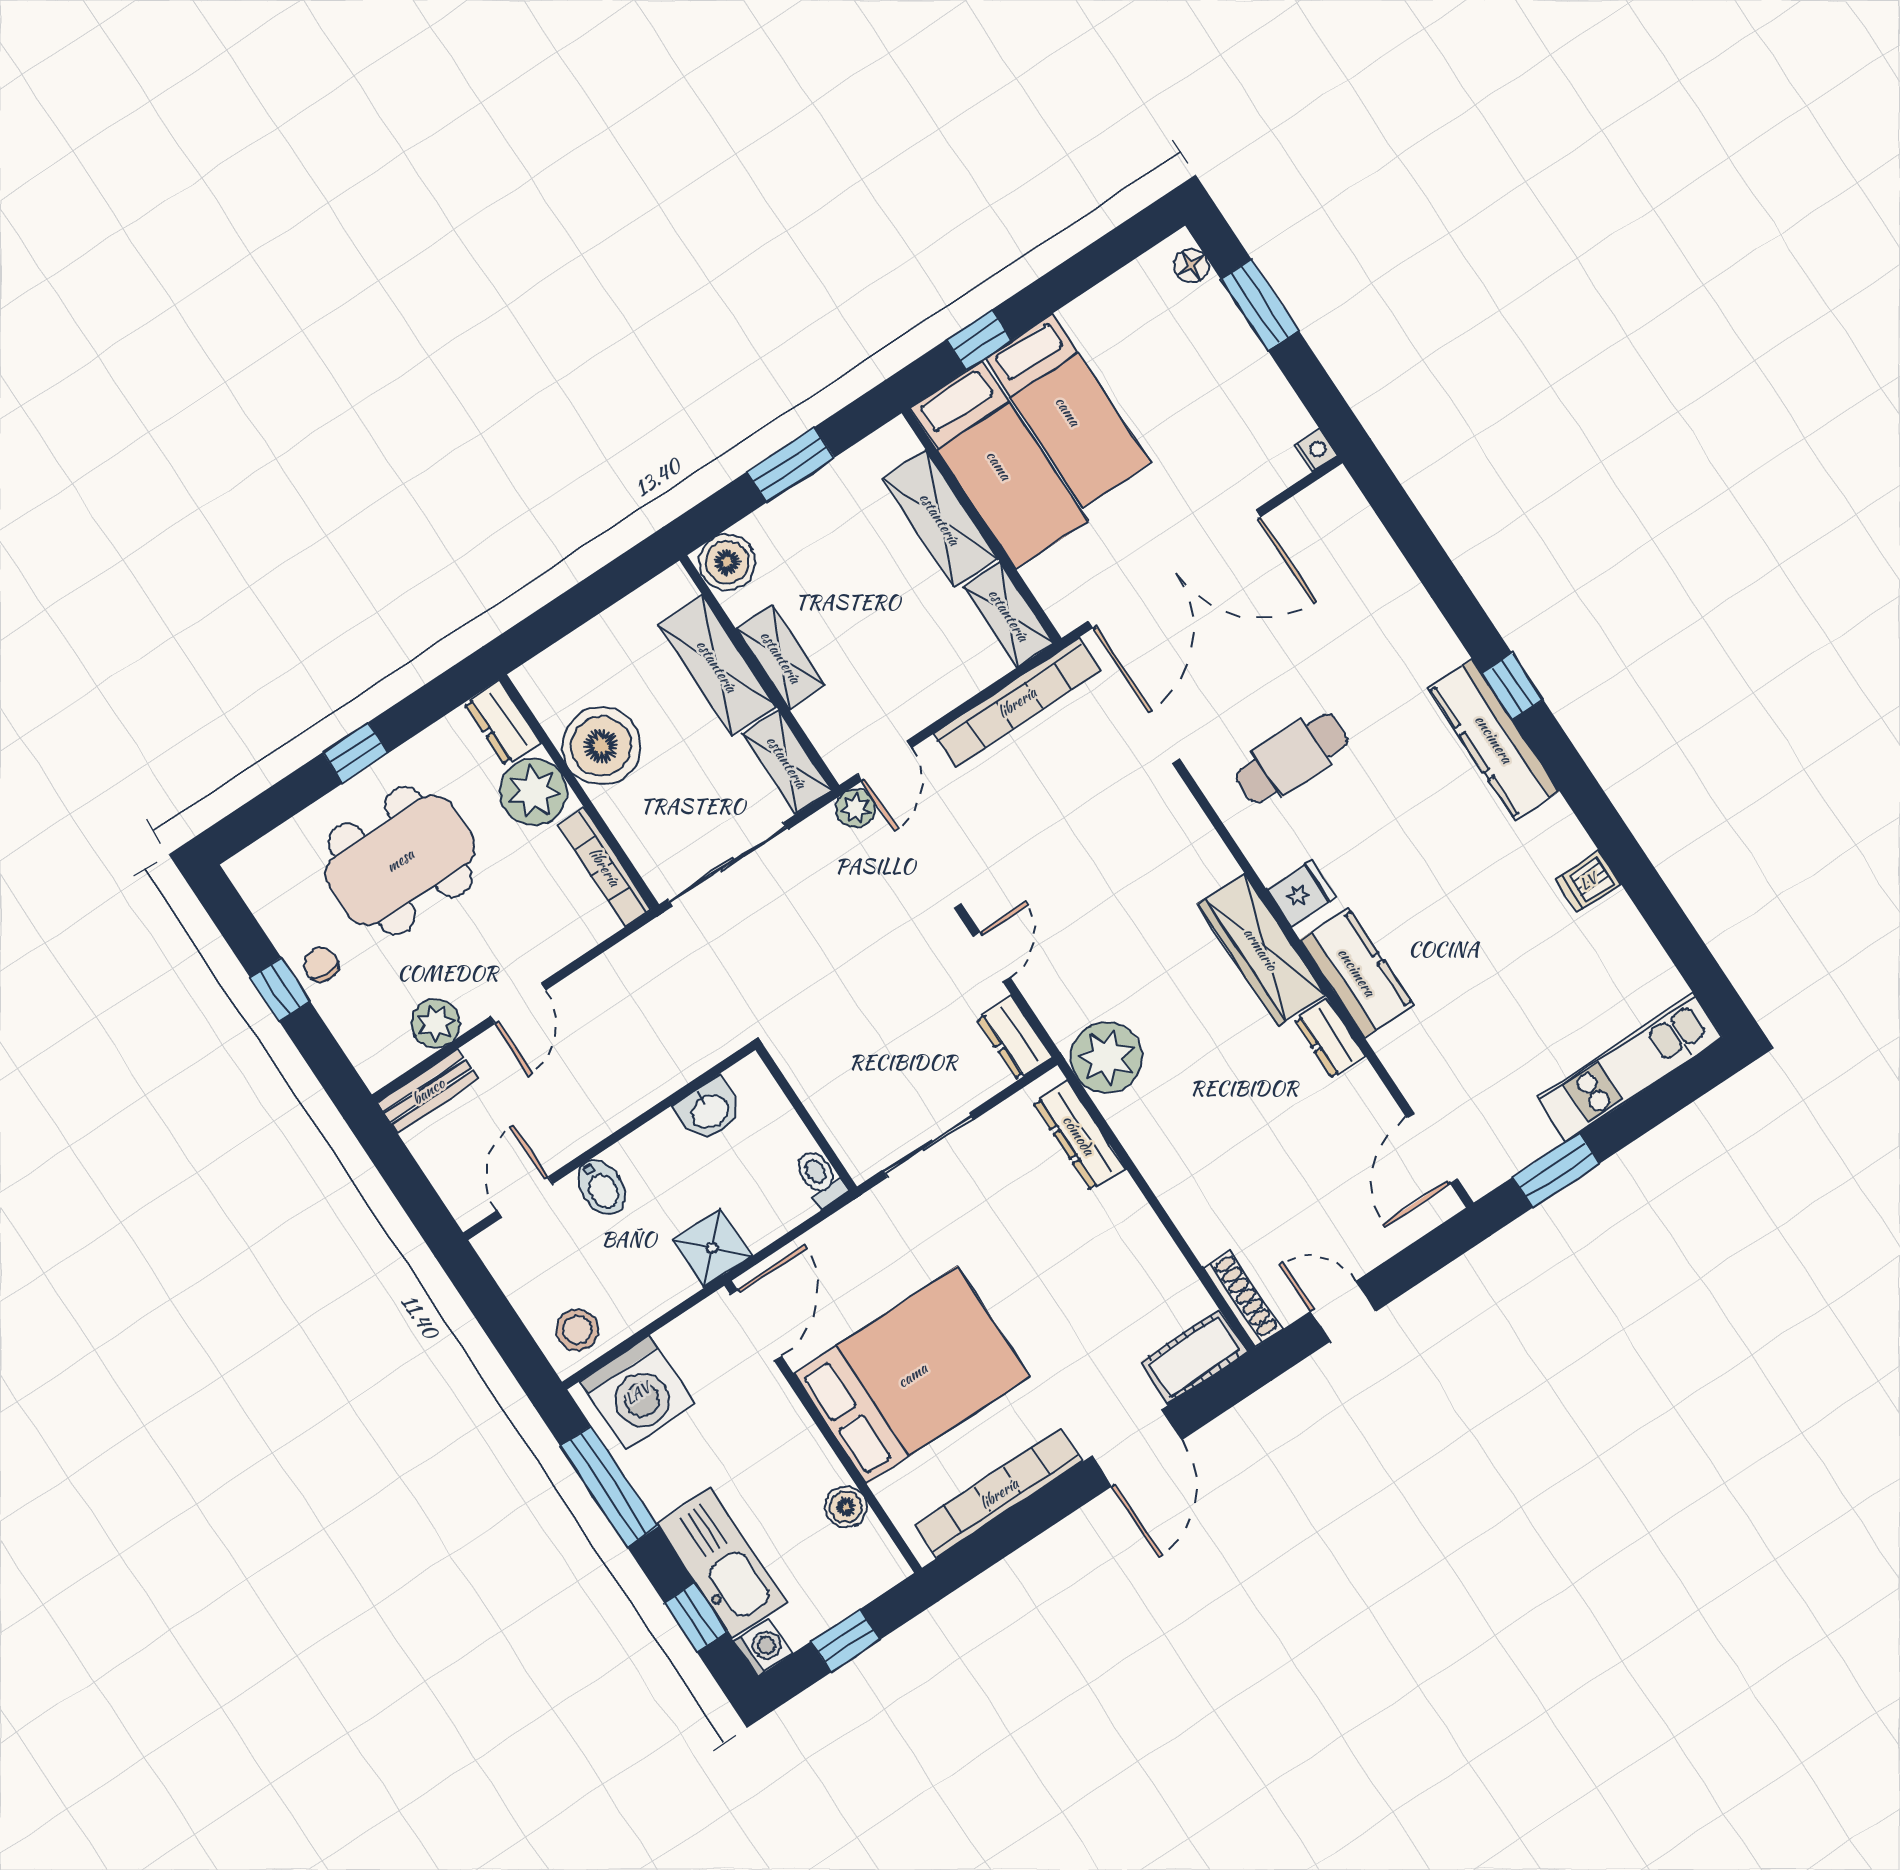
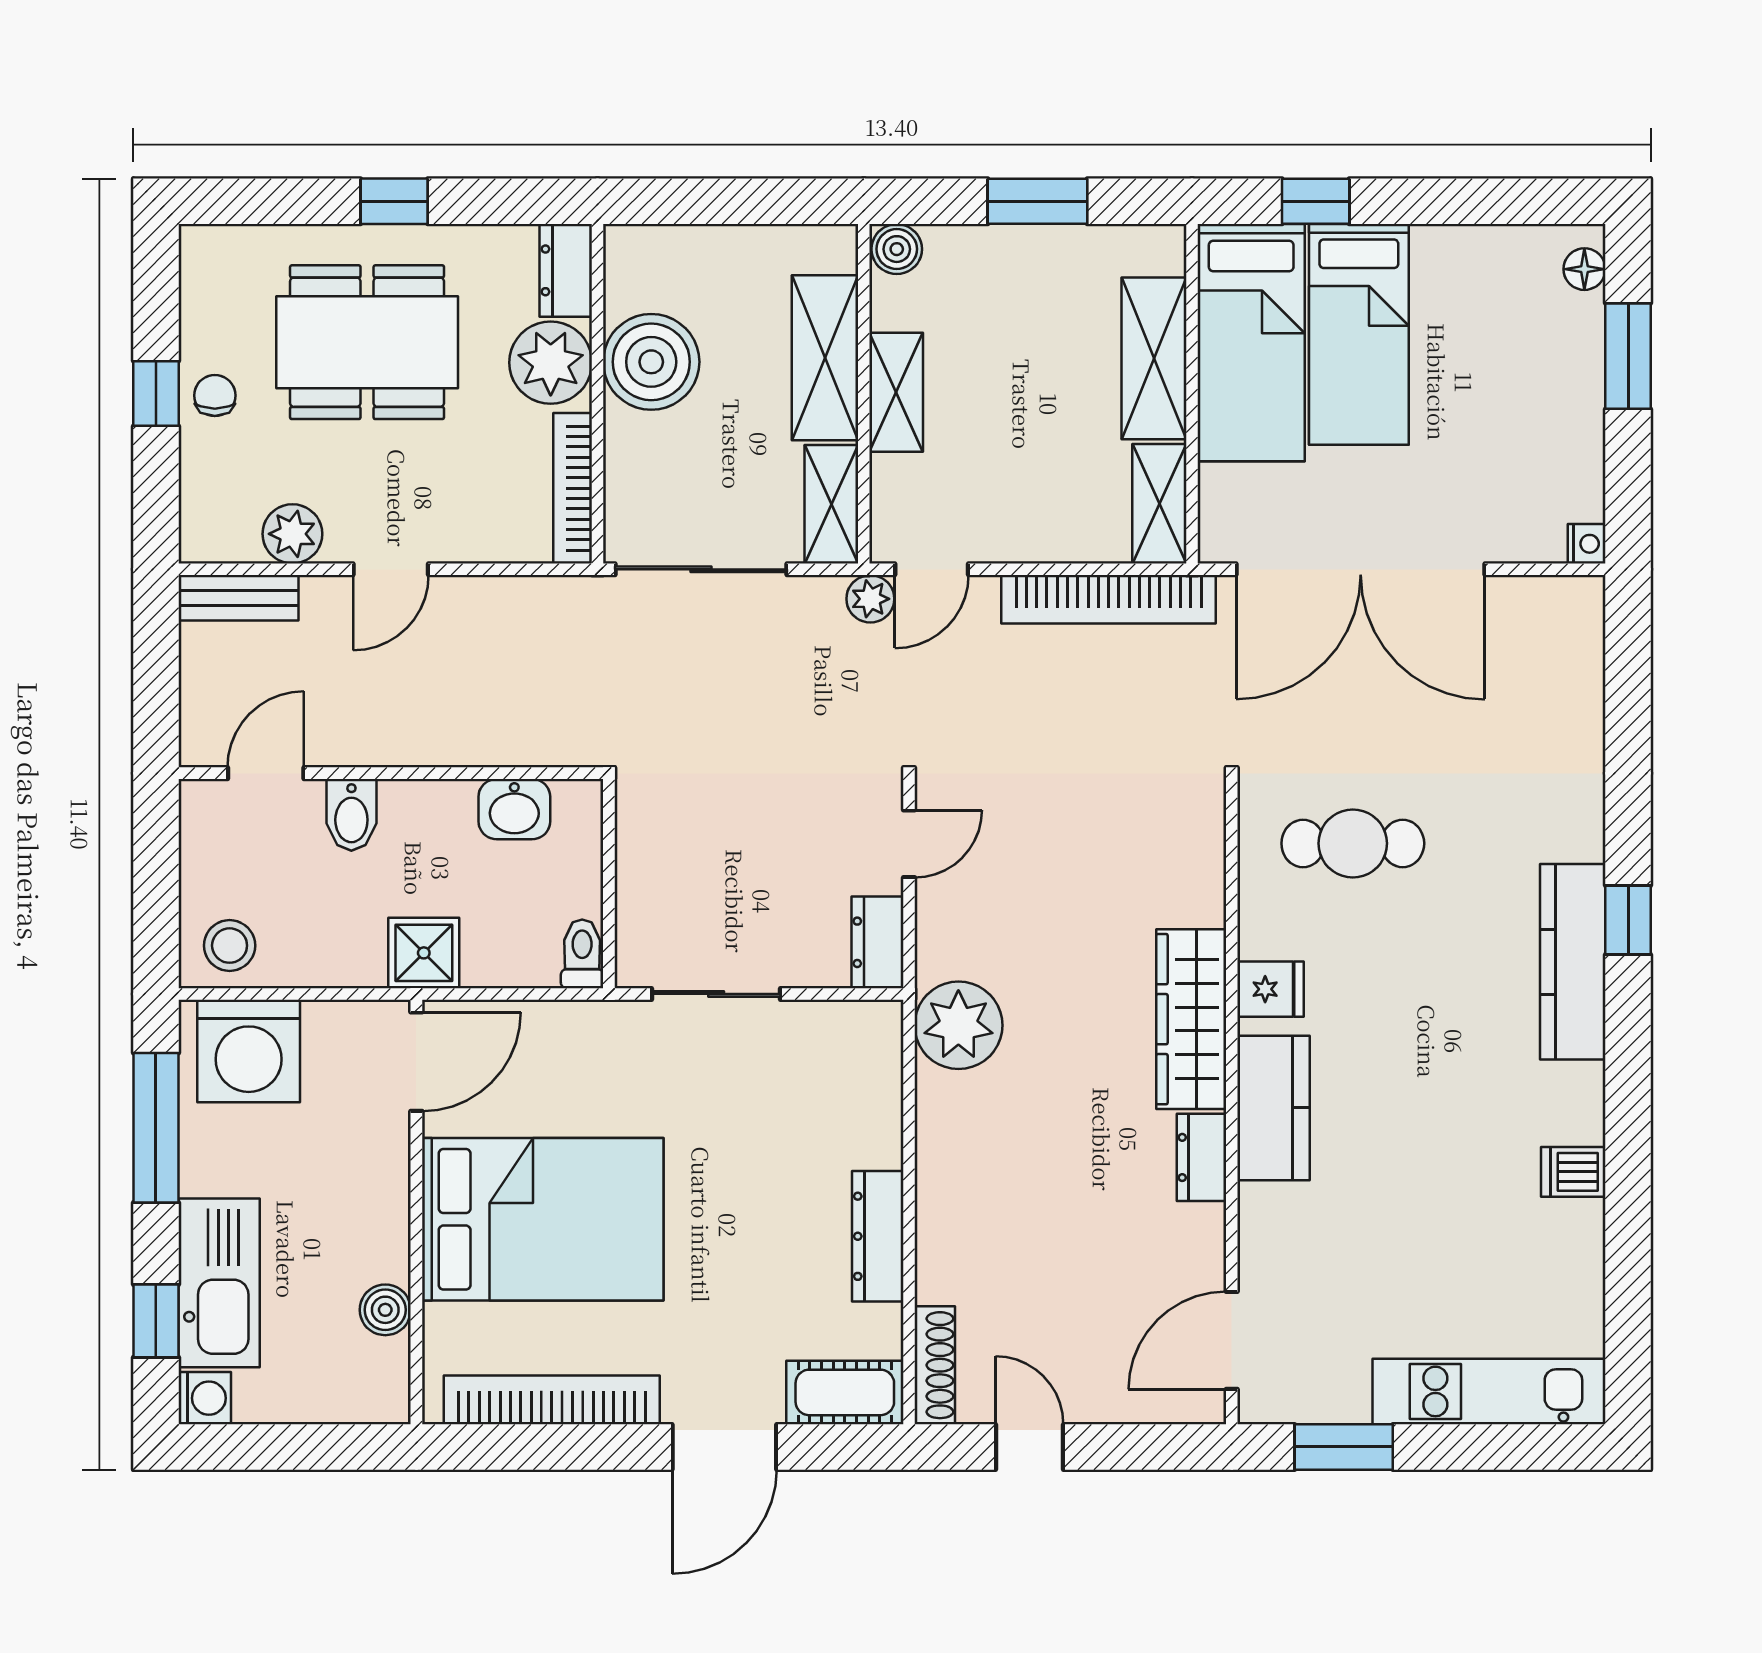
boiler: (727, 562) -> (897, 249), width x0.73, depth x0.73
dresser: (1079, 1135) -> (878, 1236), moved
window: (846, 1641) -> (294, 1447), removed

